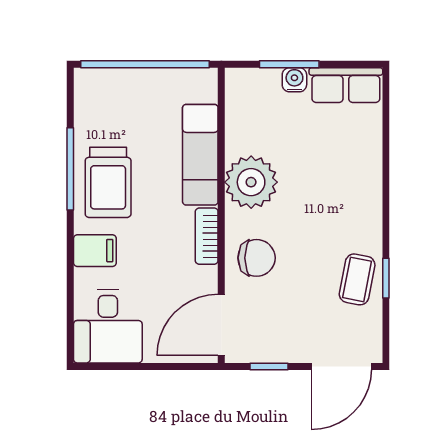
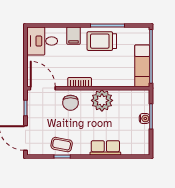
row of seats: (346, 85) -> (105, 148), moved, turned 90
exam couch: (200, 155) -> (142, 66), moved, turned -90

